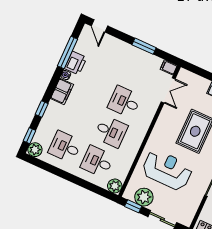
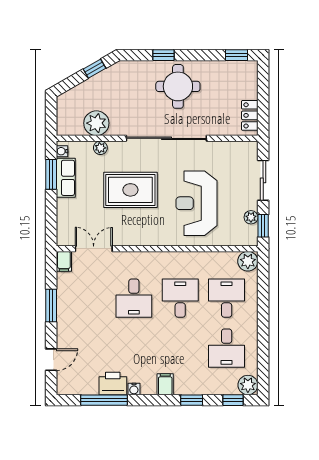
door: (100, 26) -> (51, 360), moved
filing cabinet: (62, 91) -> (165, 384), width x0.50
desk: (97, 161) -> (227, 298), turned 180
plant: (144, 197) -> (251, 217), width x0.53, depth x0.53

